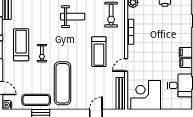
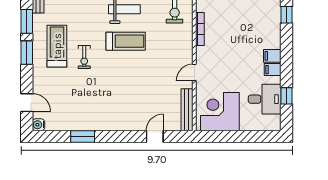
treadmill: (99, 52) -> (126, 41), moved, turned -90
exercise mat: (63, 83) -> (111, 96), removed
exercise mat: (36, 100) -> (77, 118), removed

